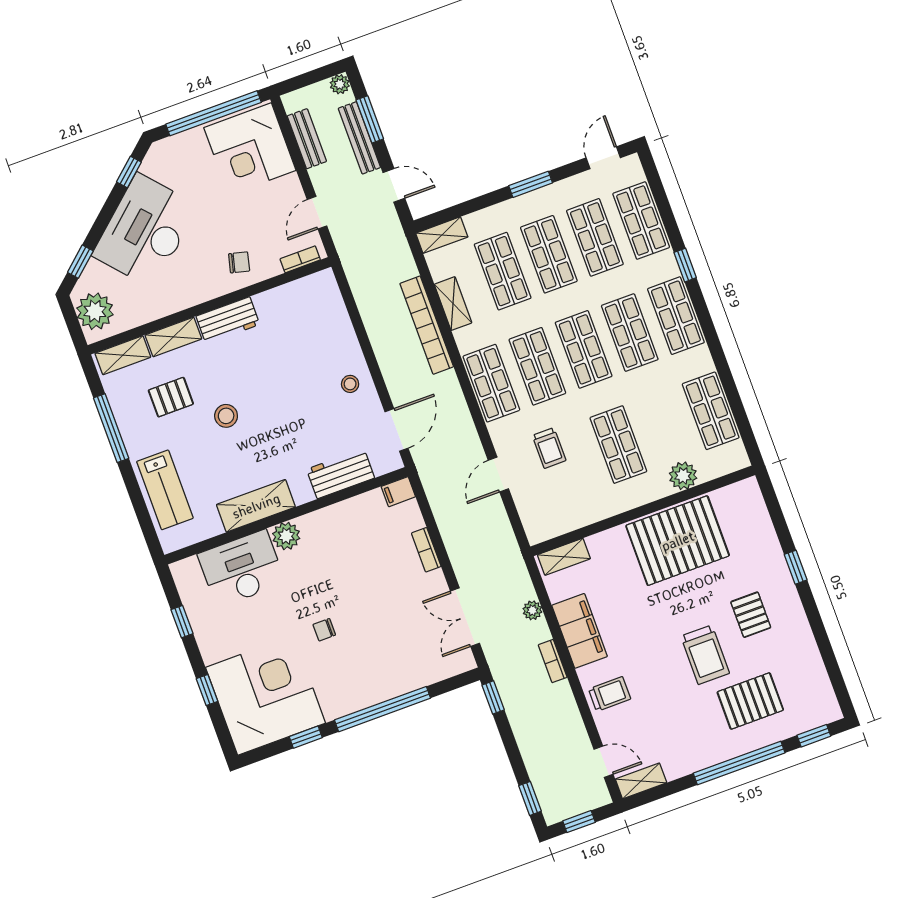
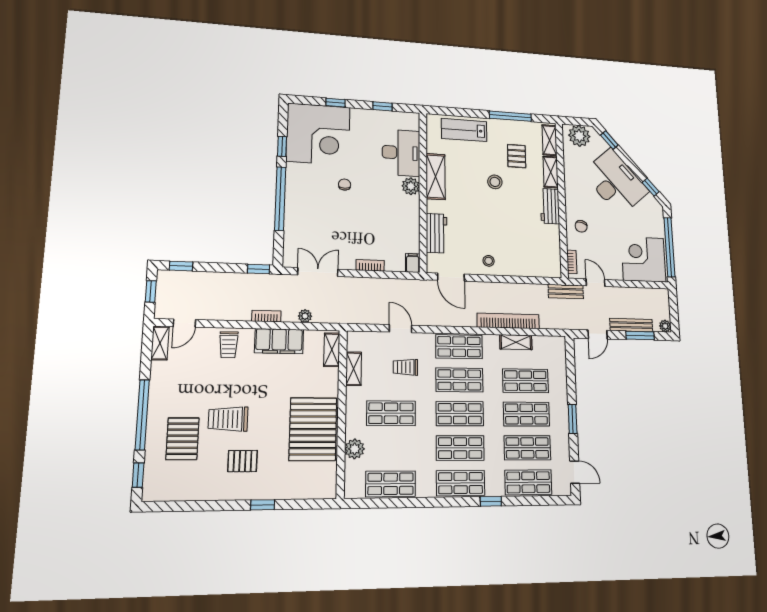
bench: (307, 139) -> (566, 292), moved
shelving: (442, 235) -> (354, 369), moved

